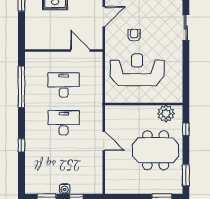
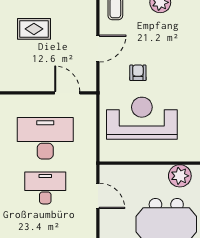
desk: (64, 85) -> (45, 138), width x1.36, depth x1.30
door: (104, 141) -> (98, 196), moved

